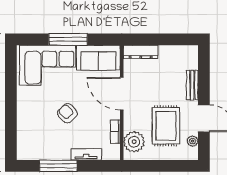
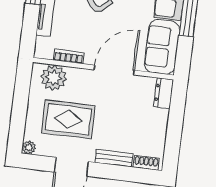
dresser: (141, 52) -> (163, 93), width x0.70
shoe rack: (193, 59) -> (146, 163), added
plant: (192, 141) -> (29, 147), moved

